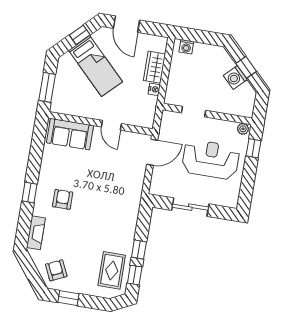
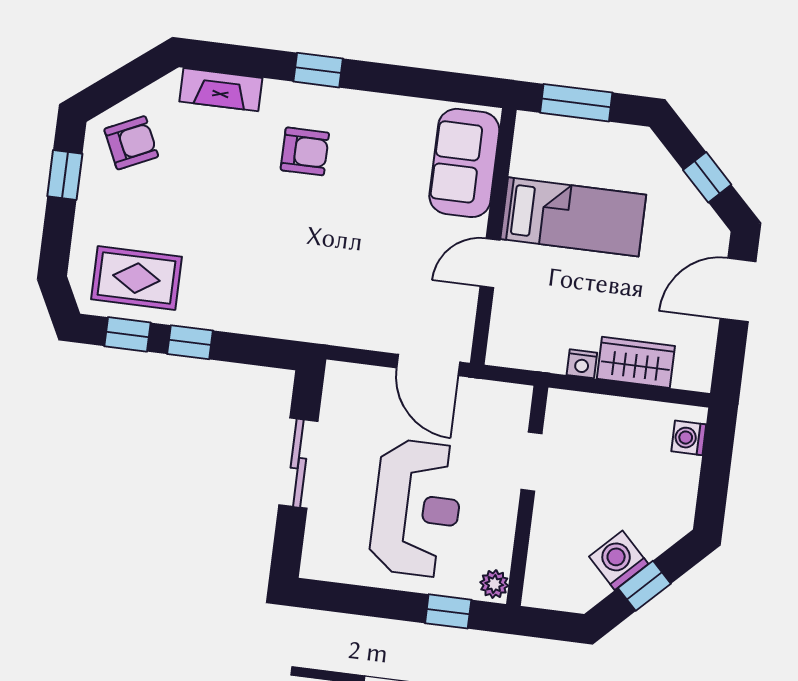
bed: (96, 66) -> (573, 217), moved, turned -135

